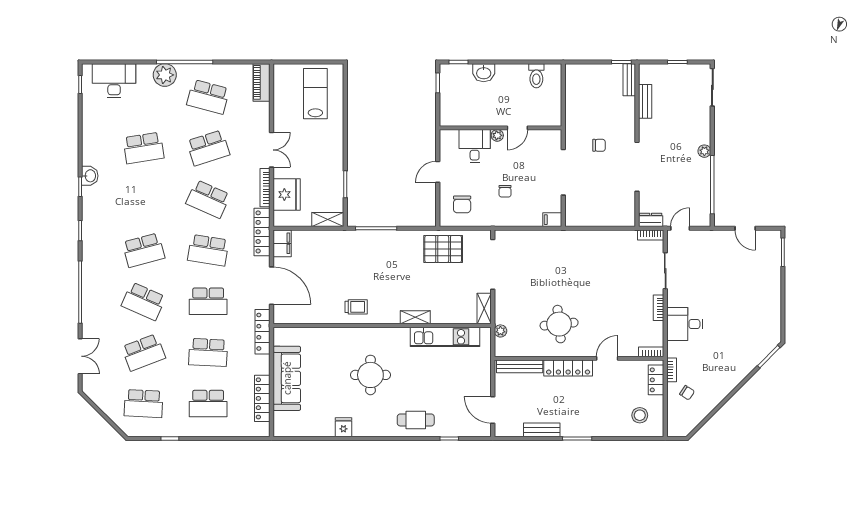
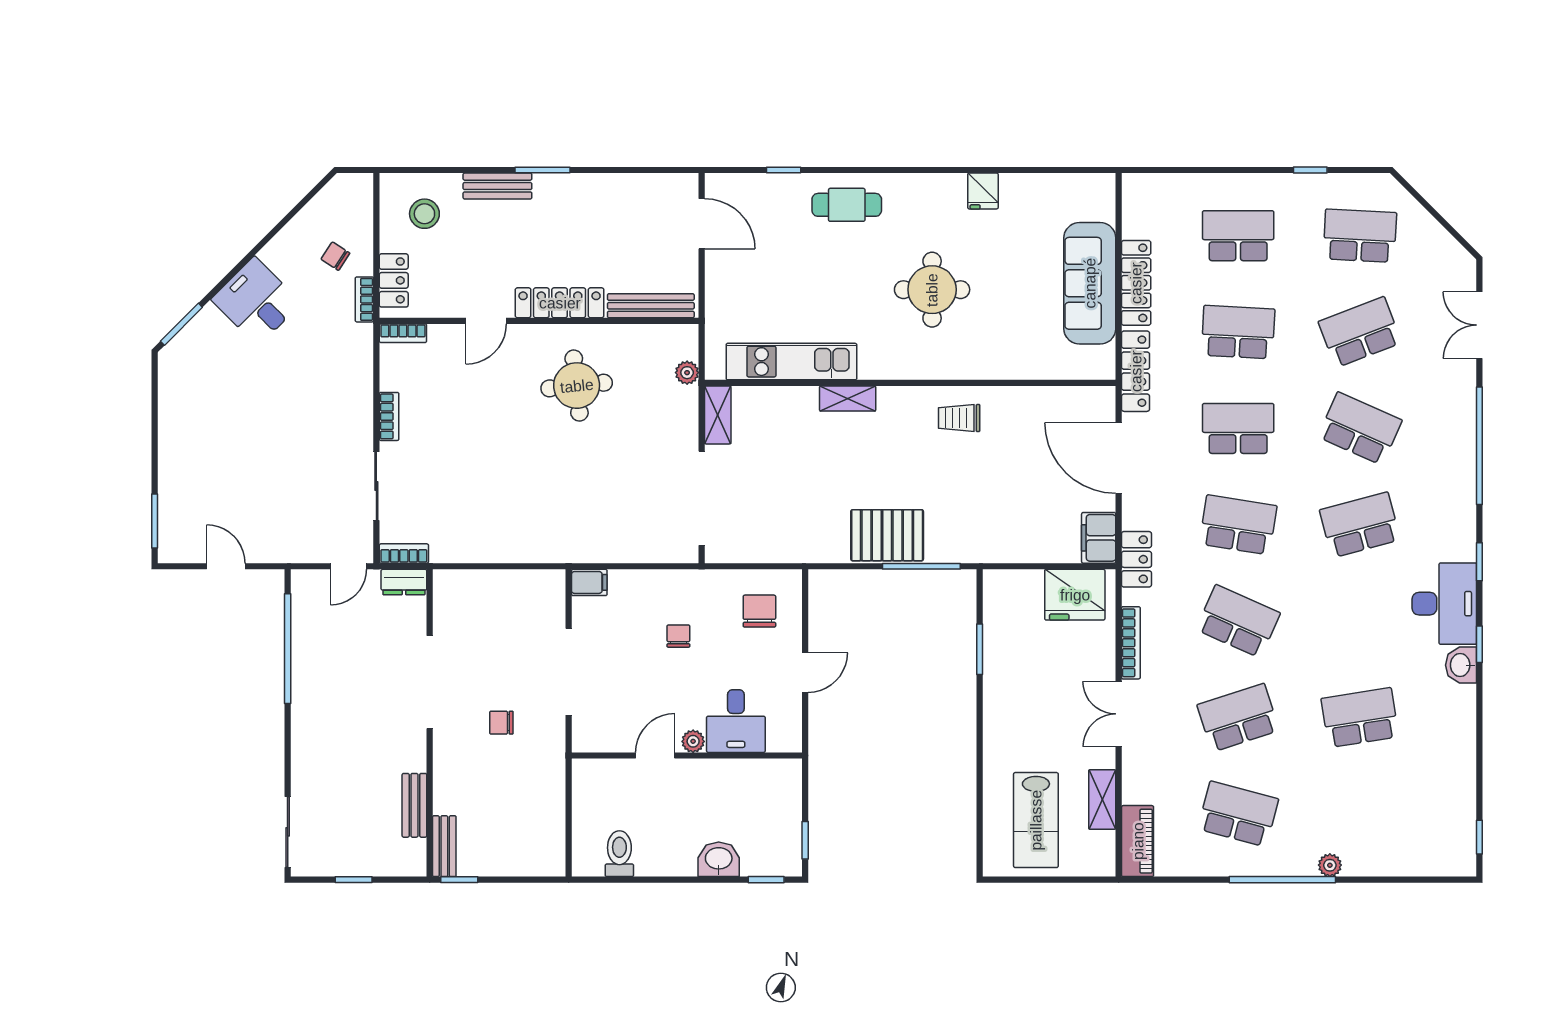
plant: (165, 75) -> (1330, 865), width x0.53, depth x0.53
desk: (114, 81) -> (1444, 604), moved, turned -90
plant: (704, 151) -> (303, 712), removed
fridge: (287, 195) -> (1075, 595), moved, turned -90
shelving: (328, 220) -> (1102, 799), moved, turned 90
locker: (262, 232) -> (1136, 559), width x0.66
pallet: (443, 249) -> (887, 535), moved
desk: (685, 324) -> (256, 301), moved, turned -135
locker: (262, 398) -> (1136, 283), moved
bench: (542, 430) -> (497, 186), moved

